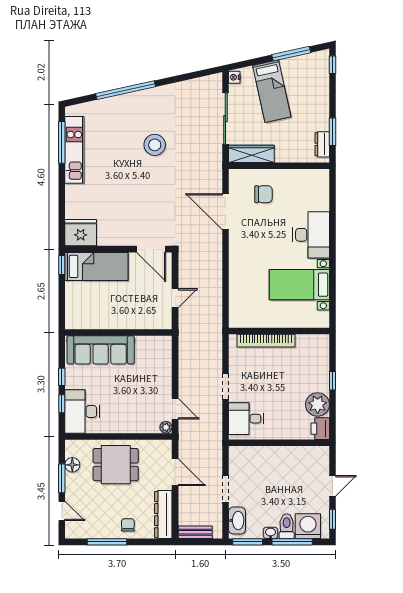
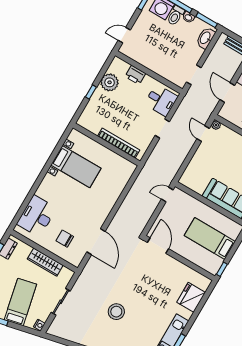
sliding door: (225, 119) -> (61, 302), width x0.73
wardrobe: (251, 154) -> (45, 262), moved
fridge: (81, 233) -> (191, 297), moved, turned 90
desk: (311, 235) -> (37, 216), moved
bed: (96, 266) -> (210, 239), moved
door: (175, 298) -> (167, 195), moved
printer: (320, 429) -> (135, 75), moved, turned 90
door: (332, 486) -> (124, 35), moved
doorway: (225, 489) -> (194, 75), moved

